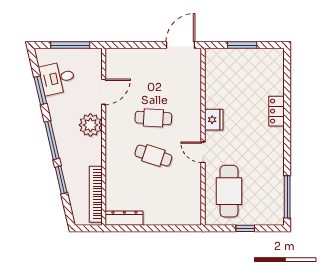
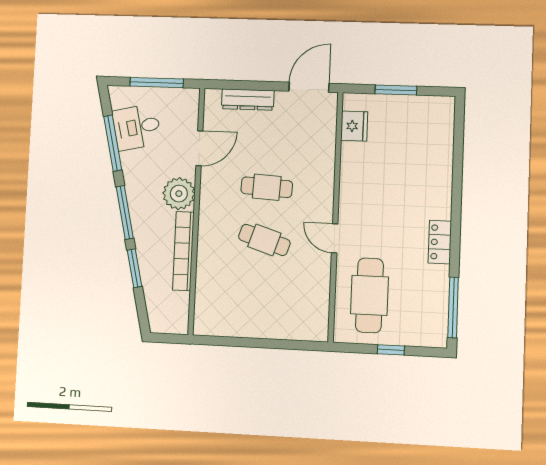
window: (40, 90) -> (113, 143), width x1.44
locker: (276, 111) -> (440, 242), moved
fridge: (214, 120) -> (354, 126), moved
bookcase: (96, 194) -> (183, 251), moved
dresser: (124, 218) -> (248, 100), moved, turned 180

